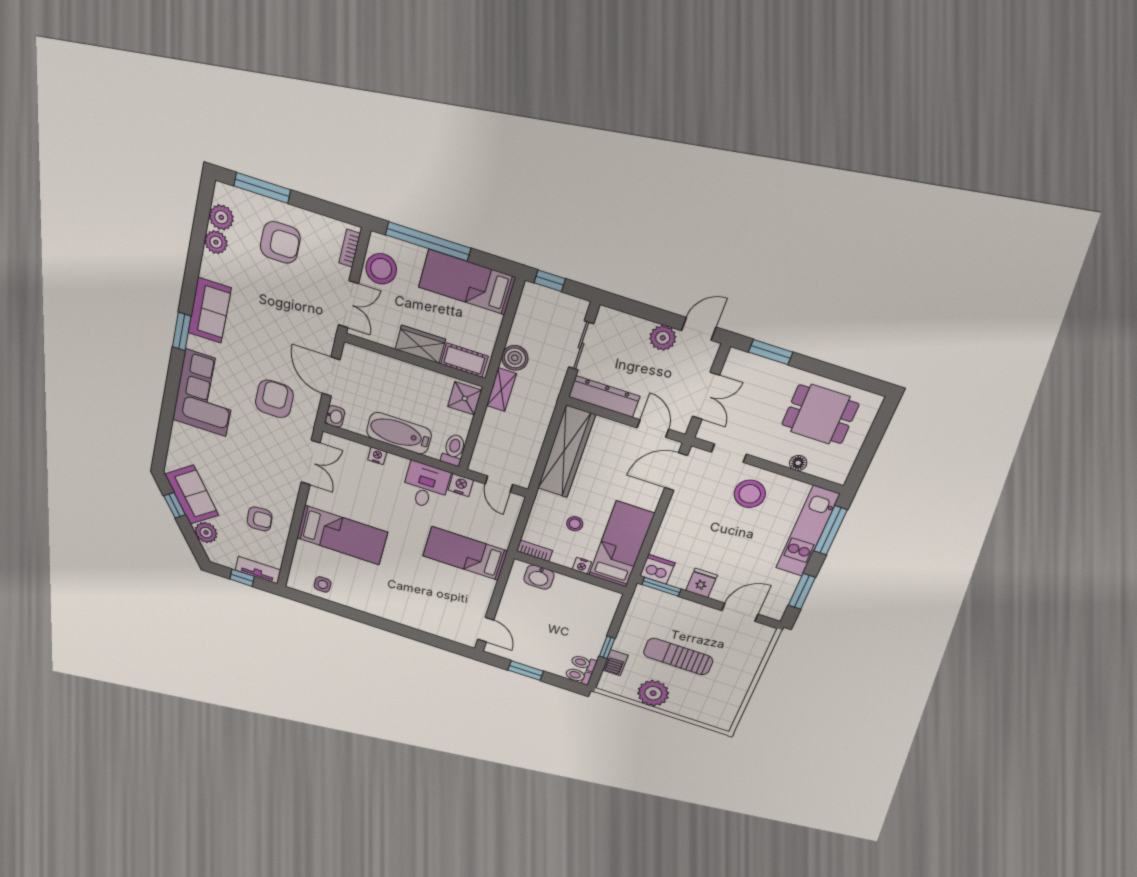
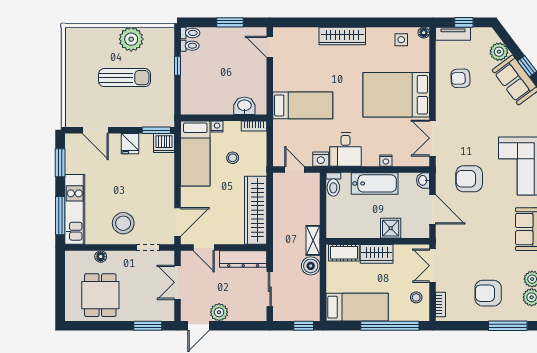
stool: (381, 269) -> (416, 297), width x0.53, depth x0.53
shower: (465, 398) -> (391, 228), moved
armchair: (274, 399) -> (469, 179), turned 90
dining table: (820, 414) -> (100, 295), turned 90
bed: (342, 535) -> (396, 95), width x1.50
floor lamp: (293, 583) -> (424, 33), added
wardrobe: (393, 612) -> (342, 36), added
door: (740, 612) -> (95, 130), hinge flipped
barbecue: (615, 663) -> (167, 55), removed

